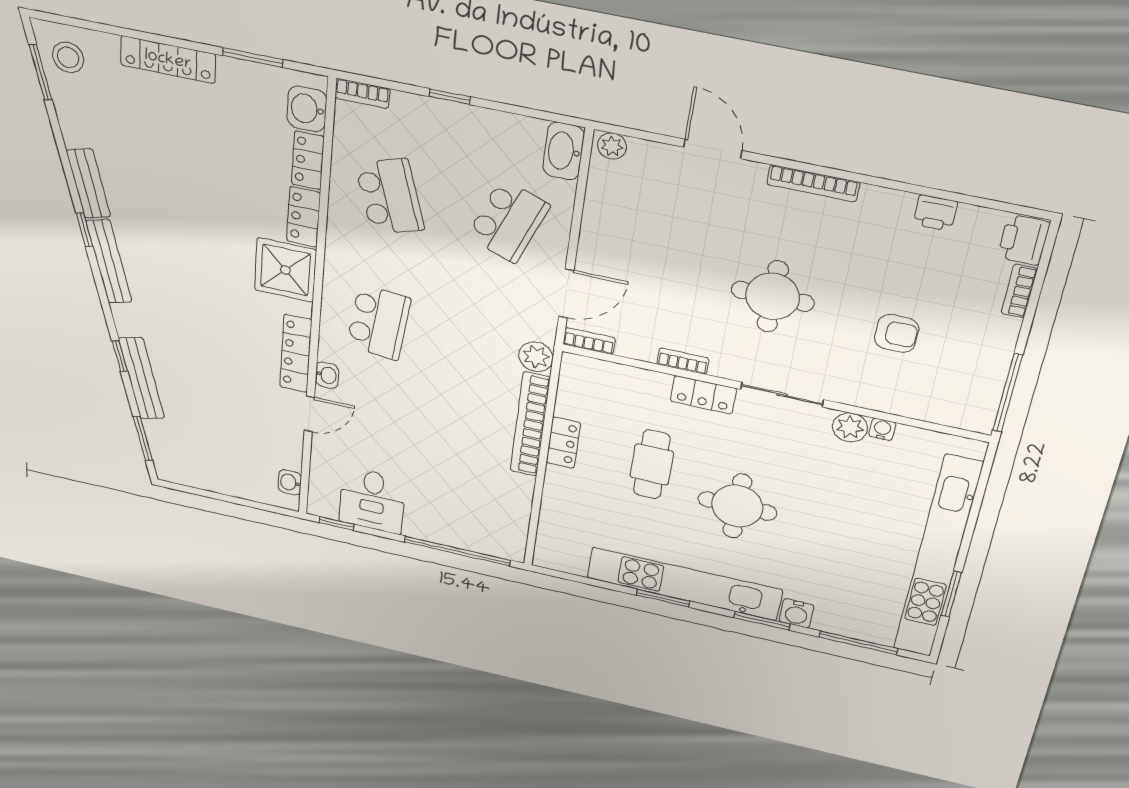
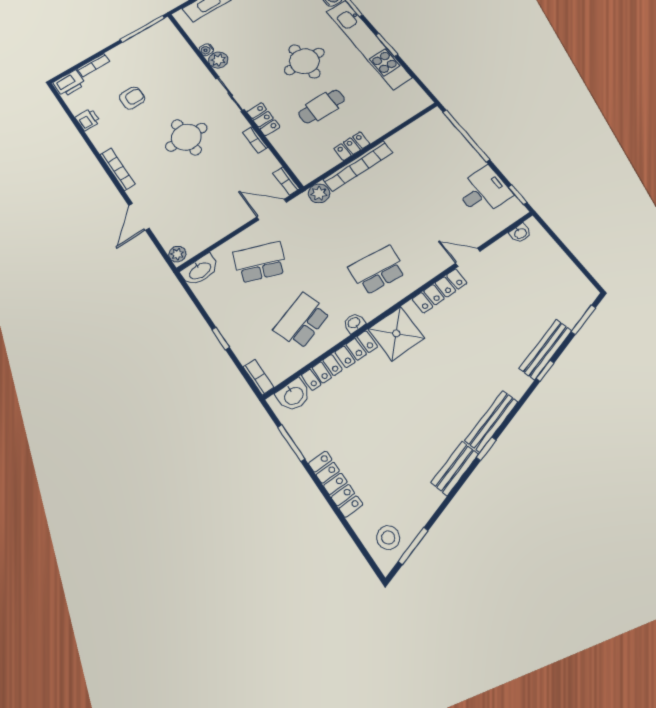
armchair: (897, 333) -> (132, 98), moved, turned 90
washbasin: (327, 375) -> (354, 323), moved

